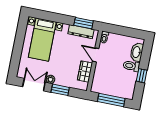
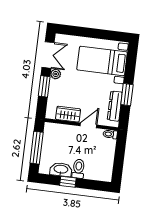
window: (84, 23) -> (127, 95), moved
washbasin: (137, 52) -> (61, 169), moved

